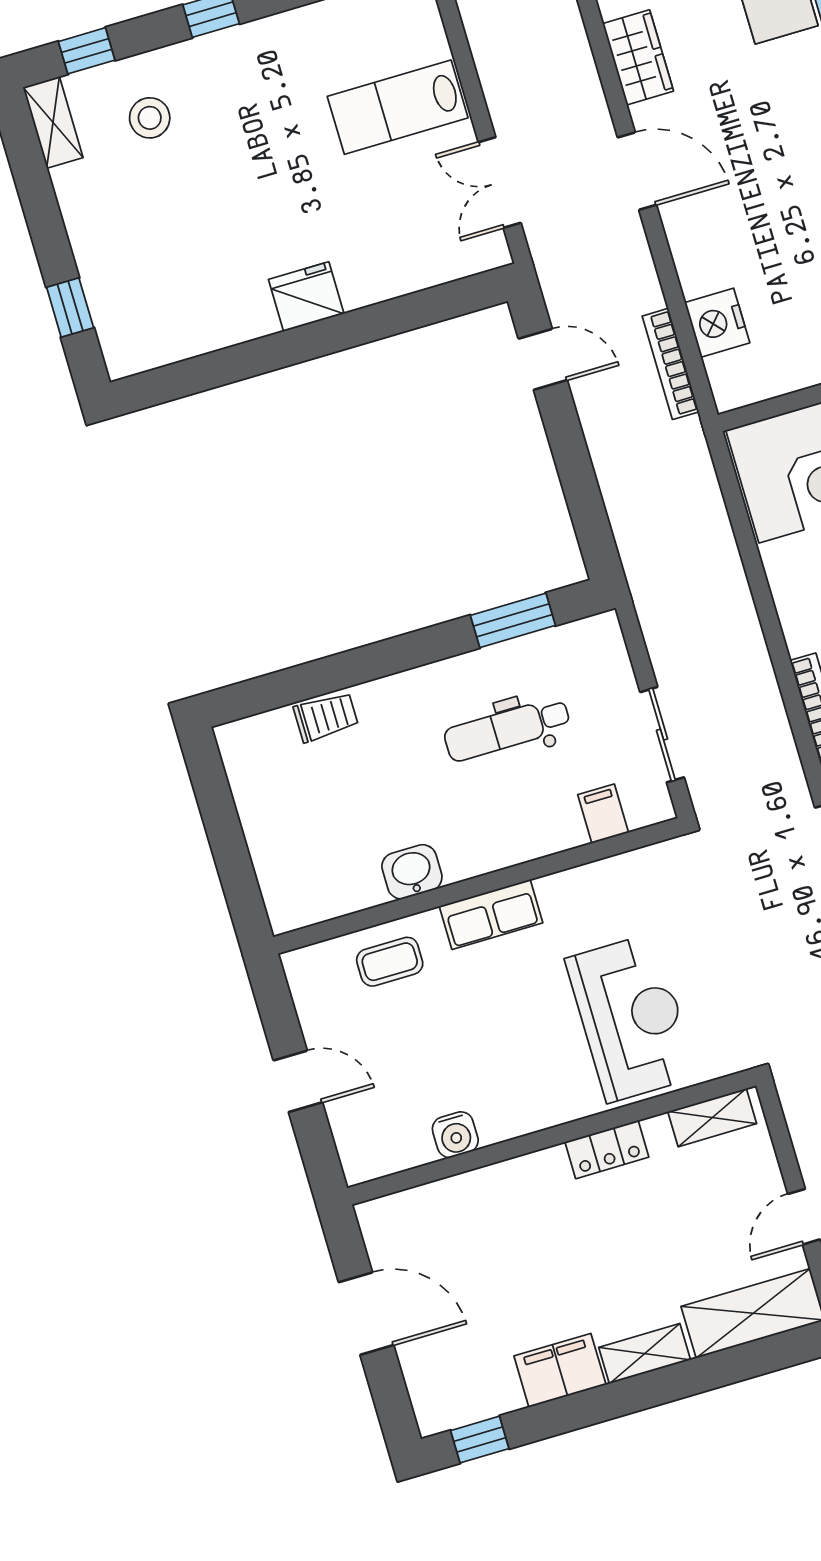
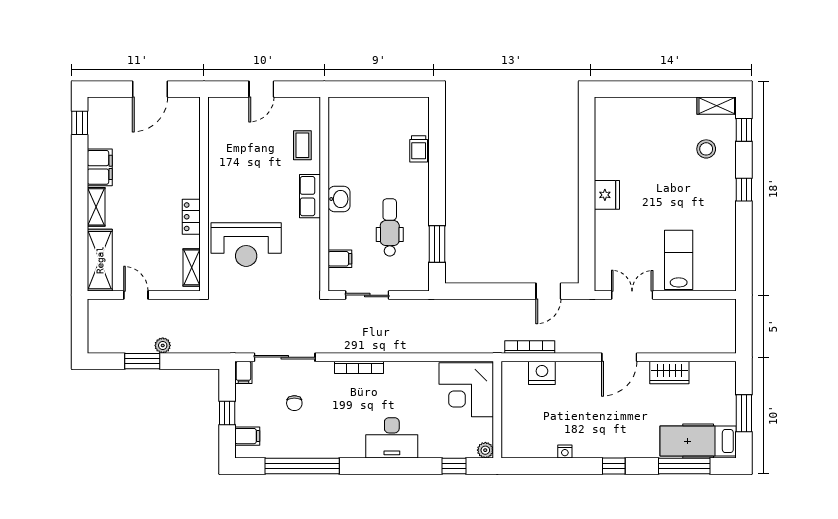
window: (70, 307) -> (633, 89), removed
washbasin: (412, 872) -> (339, 199), moved
water cooler: (455, 1135) -> (217, 152), removed

